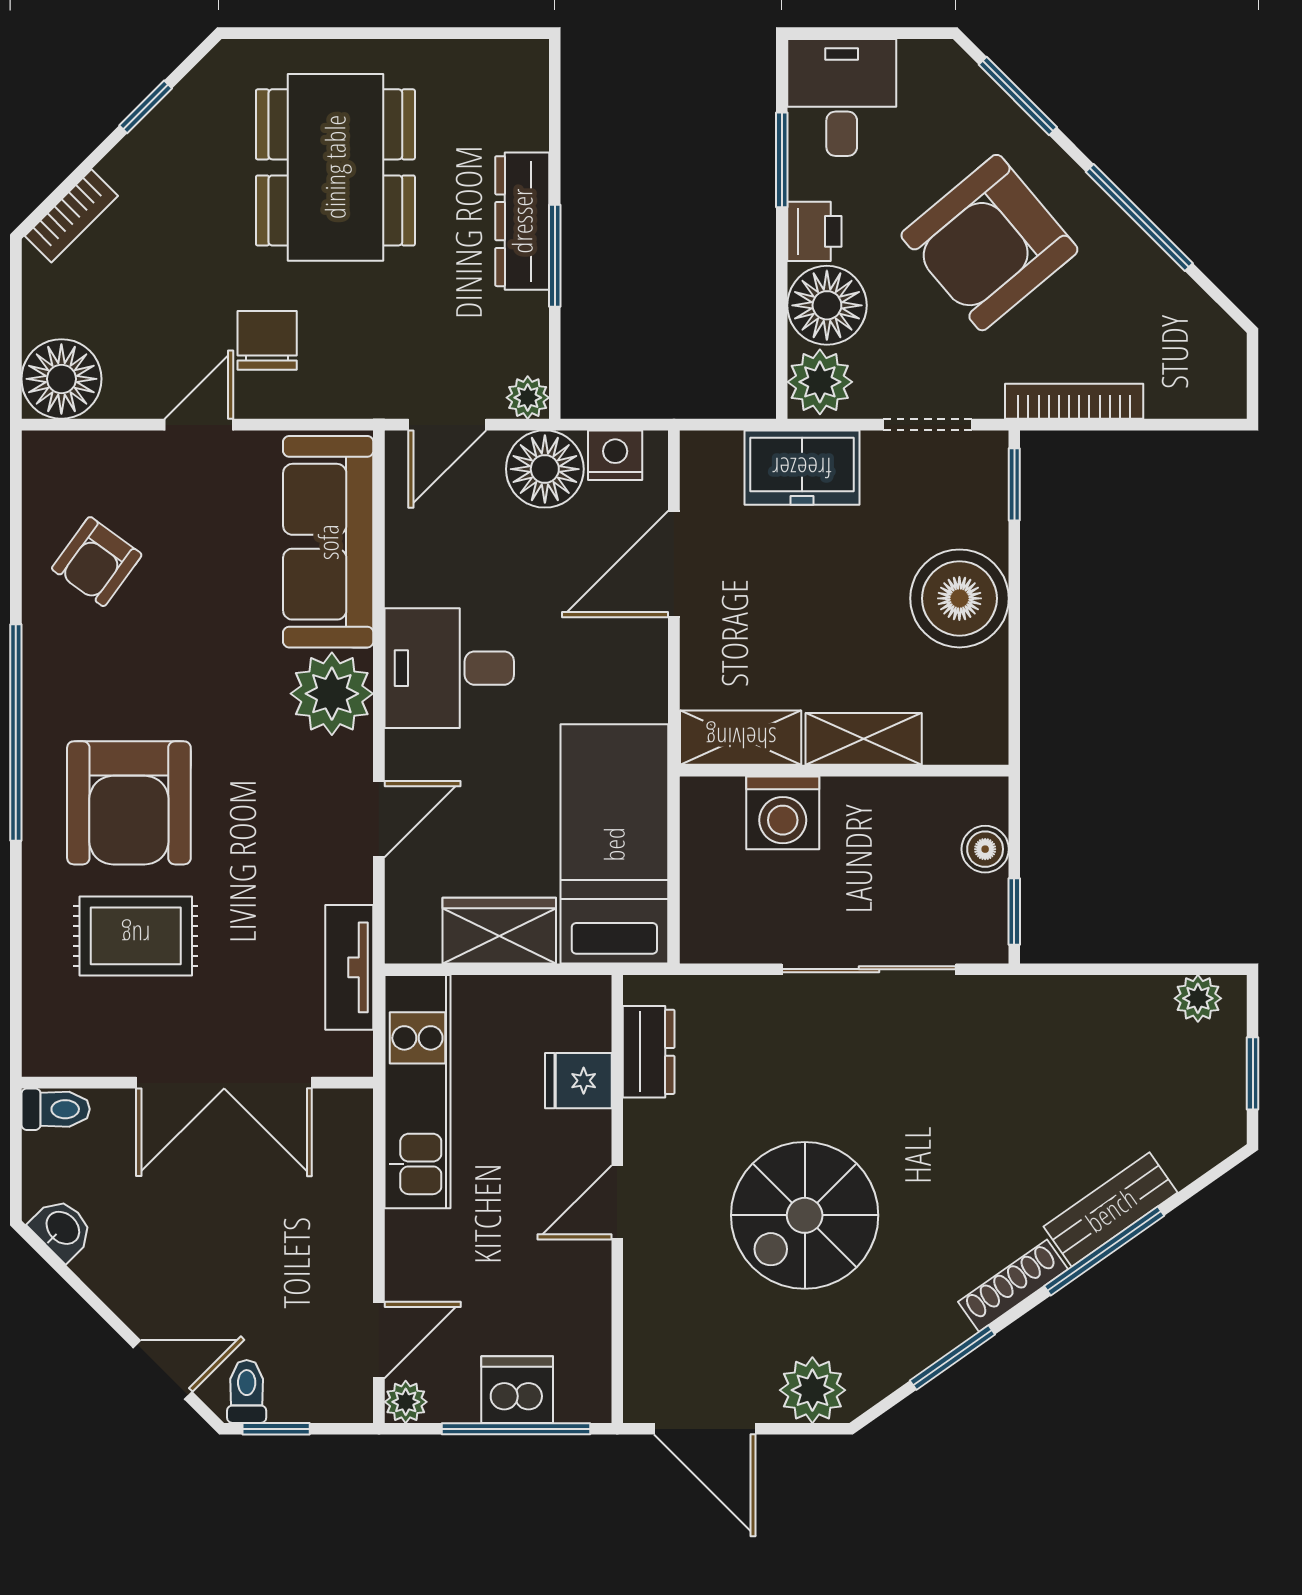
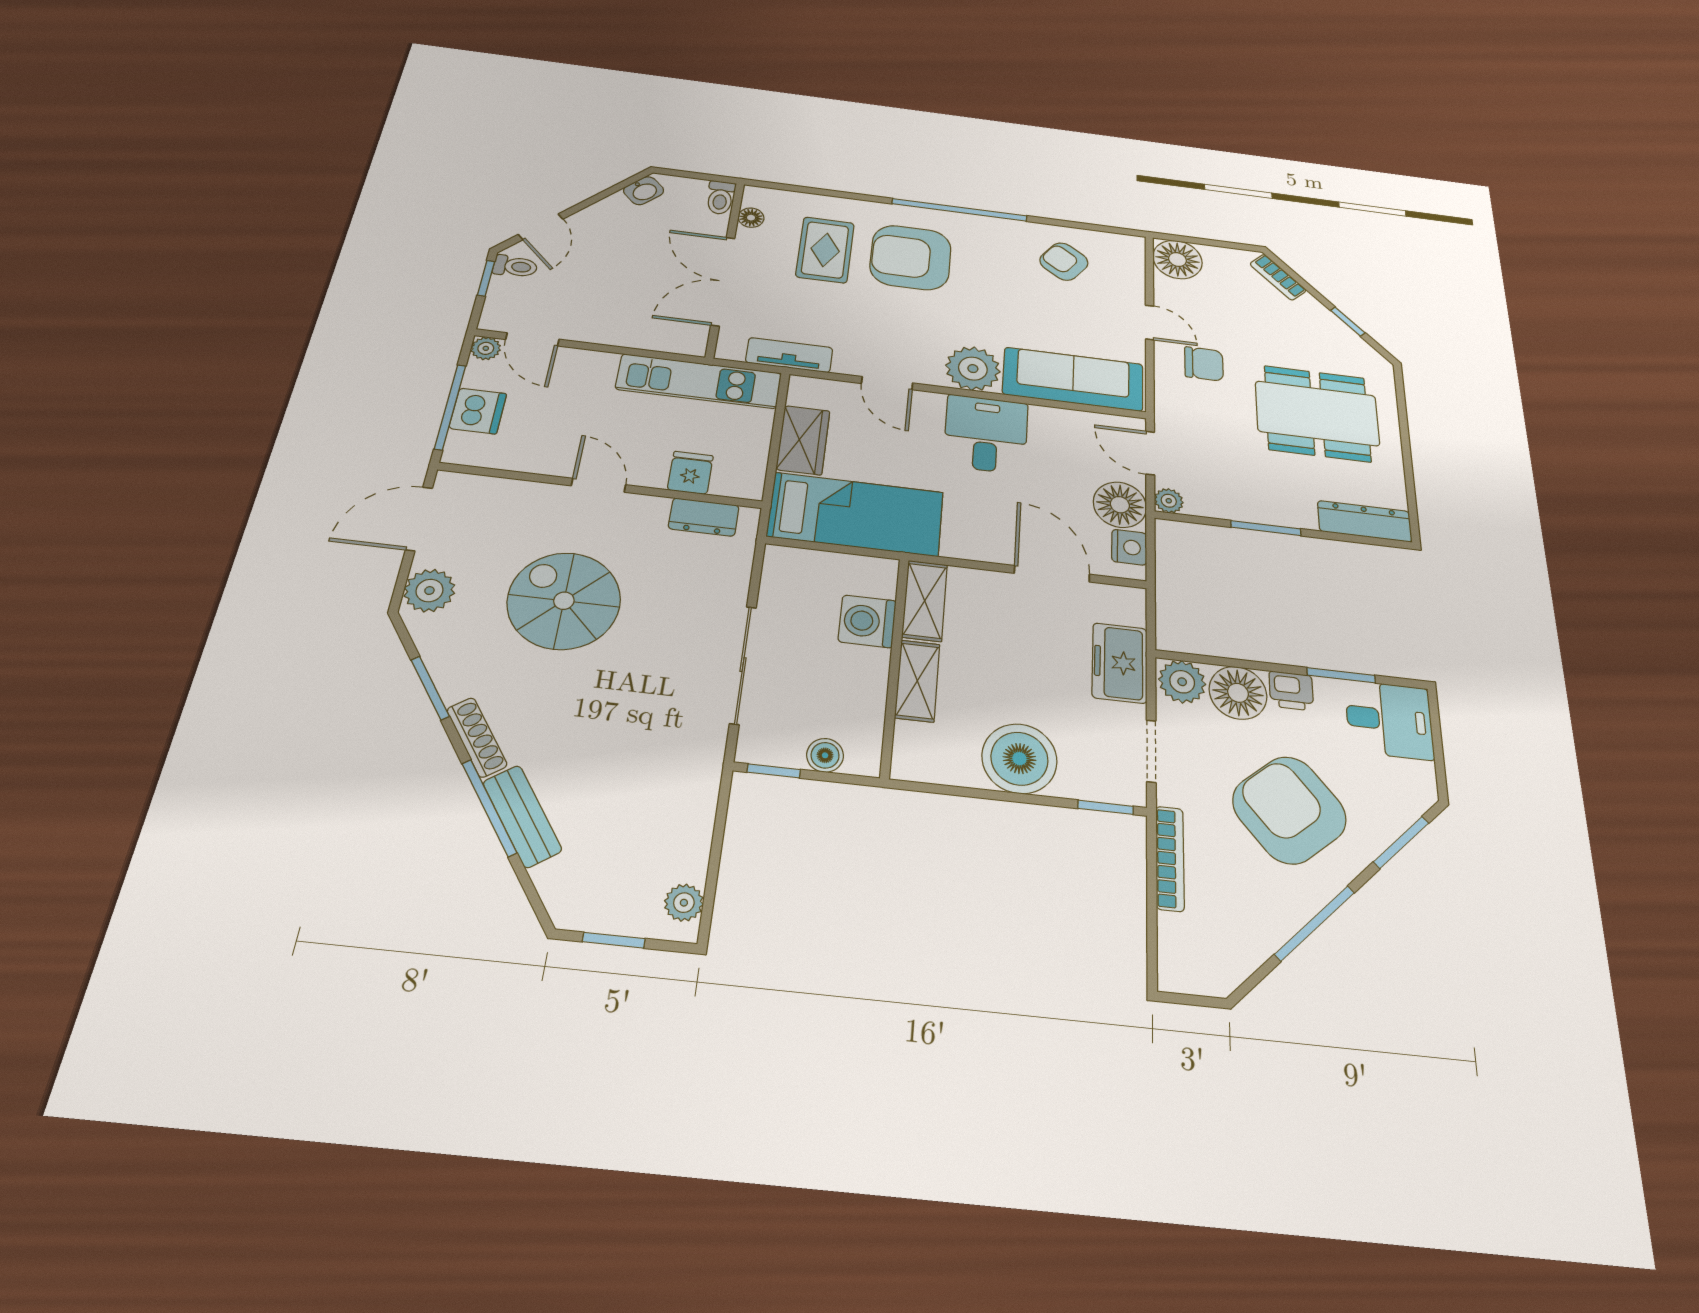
dresser: (522, 221) -> (1365, 521), moved
floor lamp: (89, 1057) -> (751, 218), added

